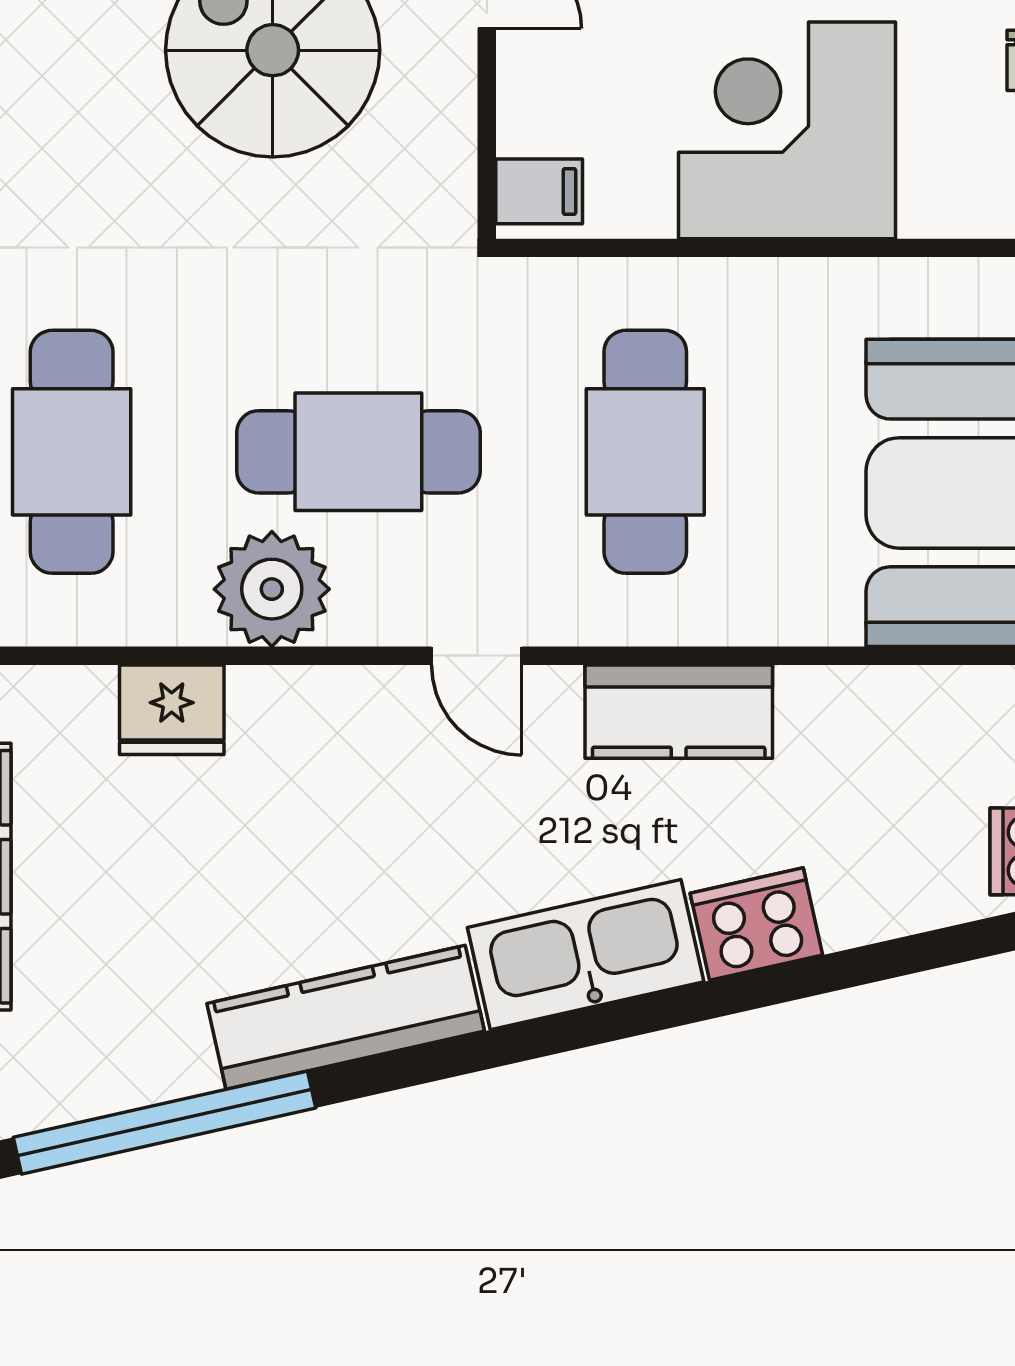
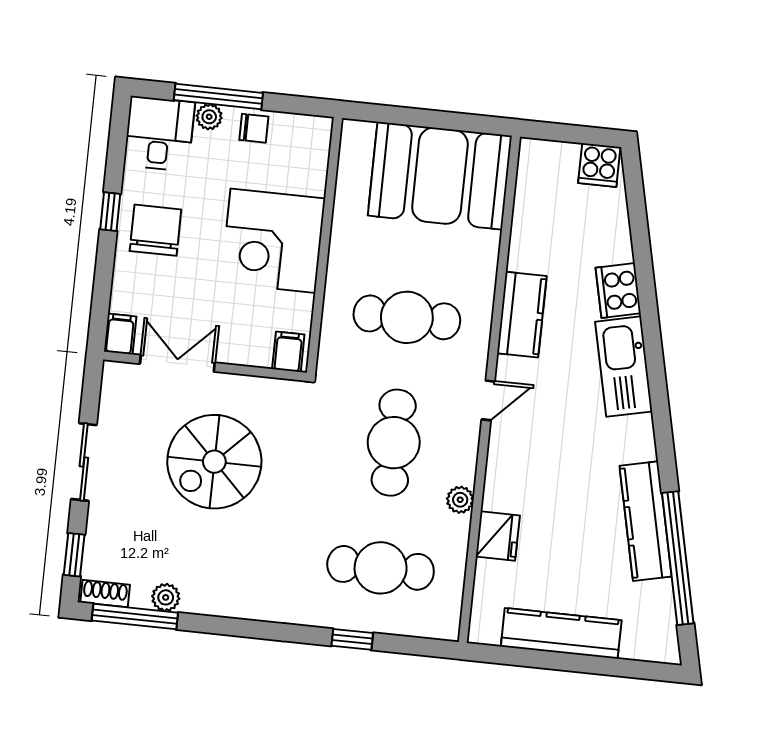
plant: (272, 589) -> (460, 500), width x0.53, depth x0.53
kitchen counter: (346, 1017) -> (646, 521), moved

